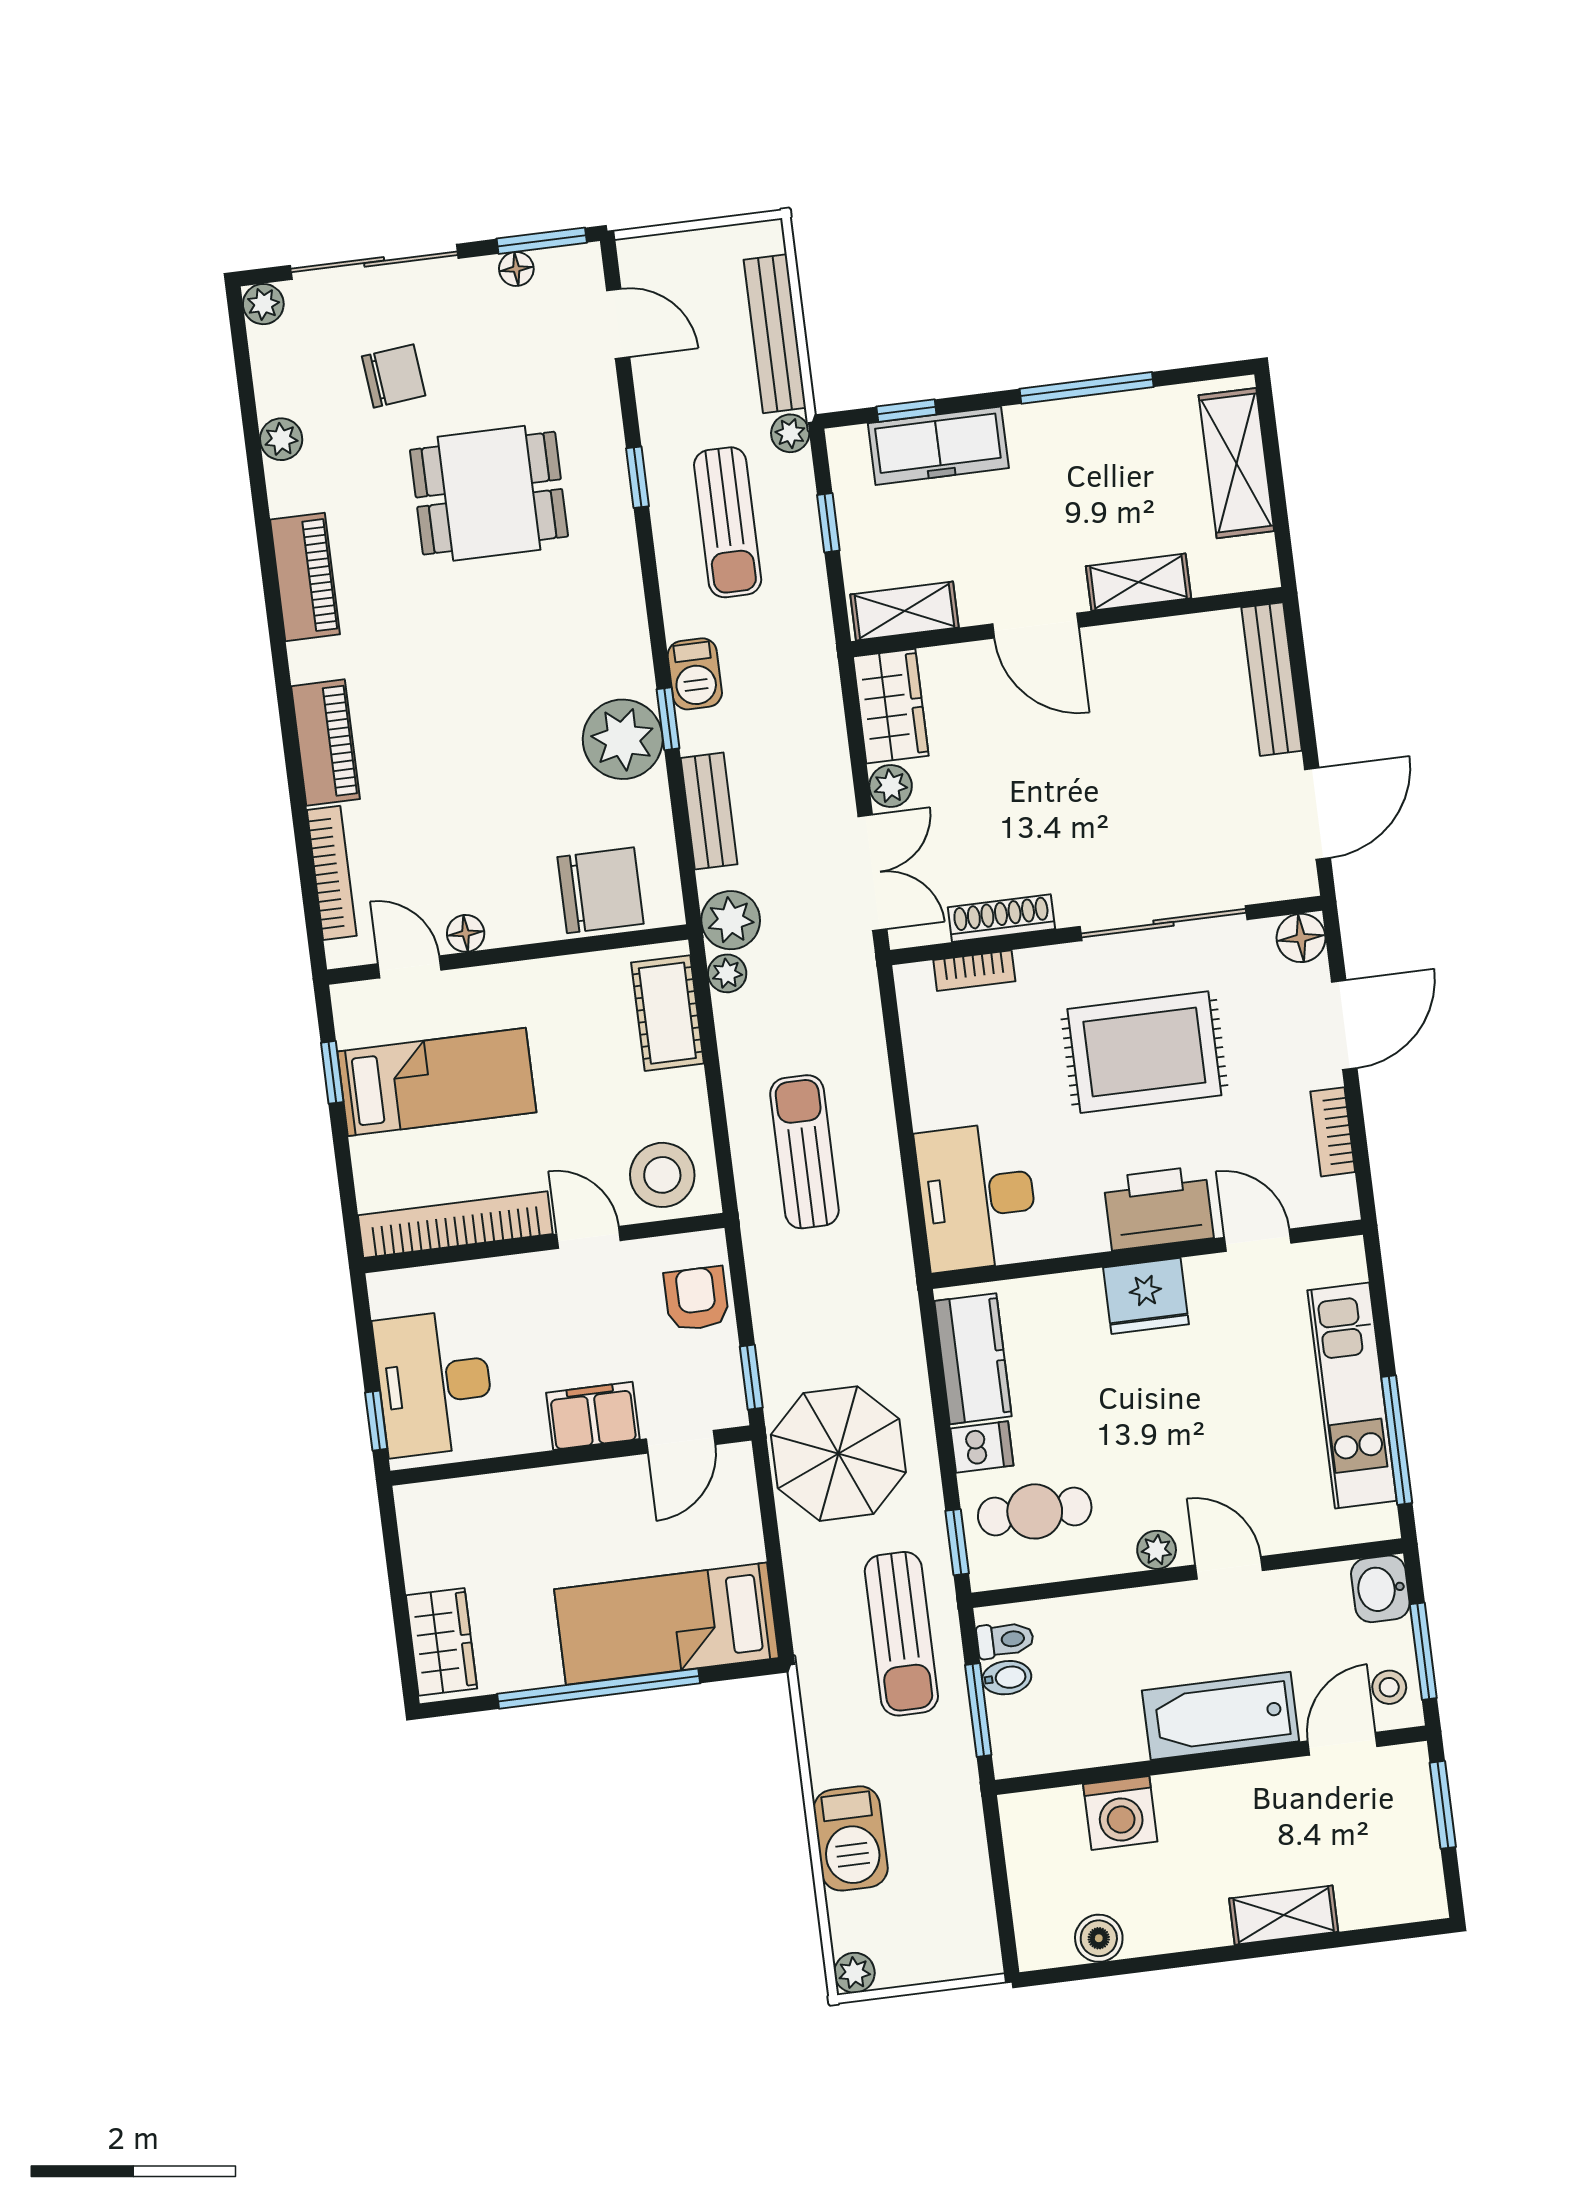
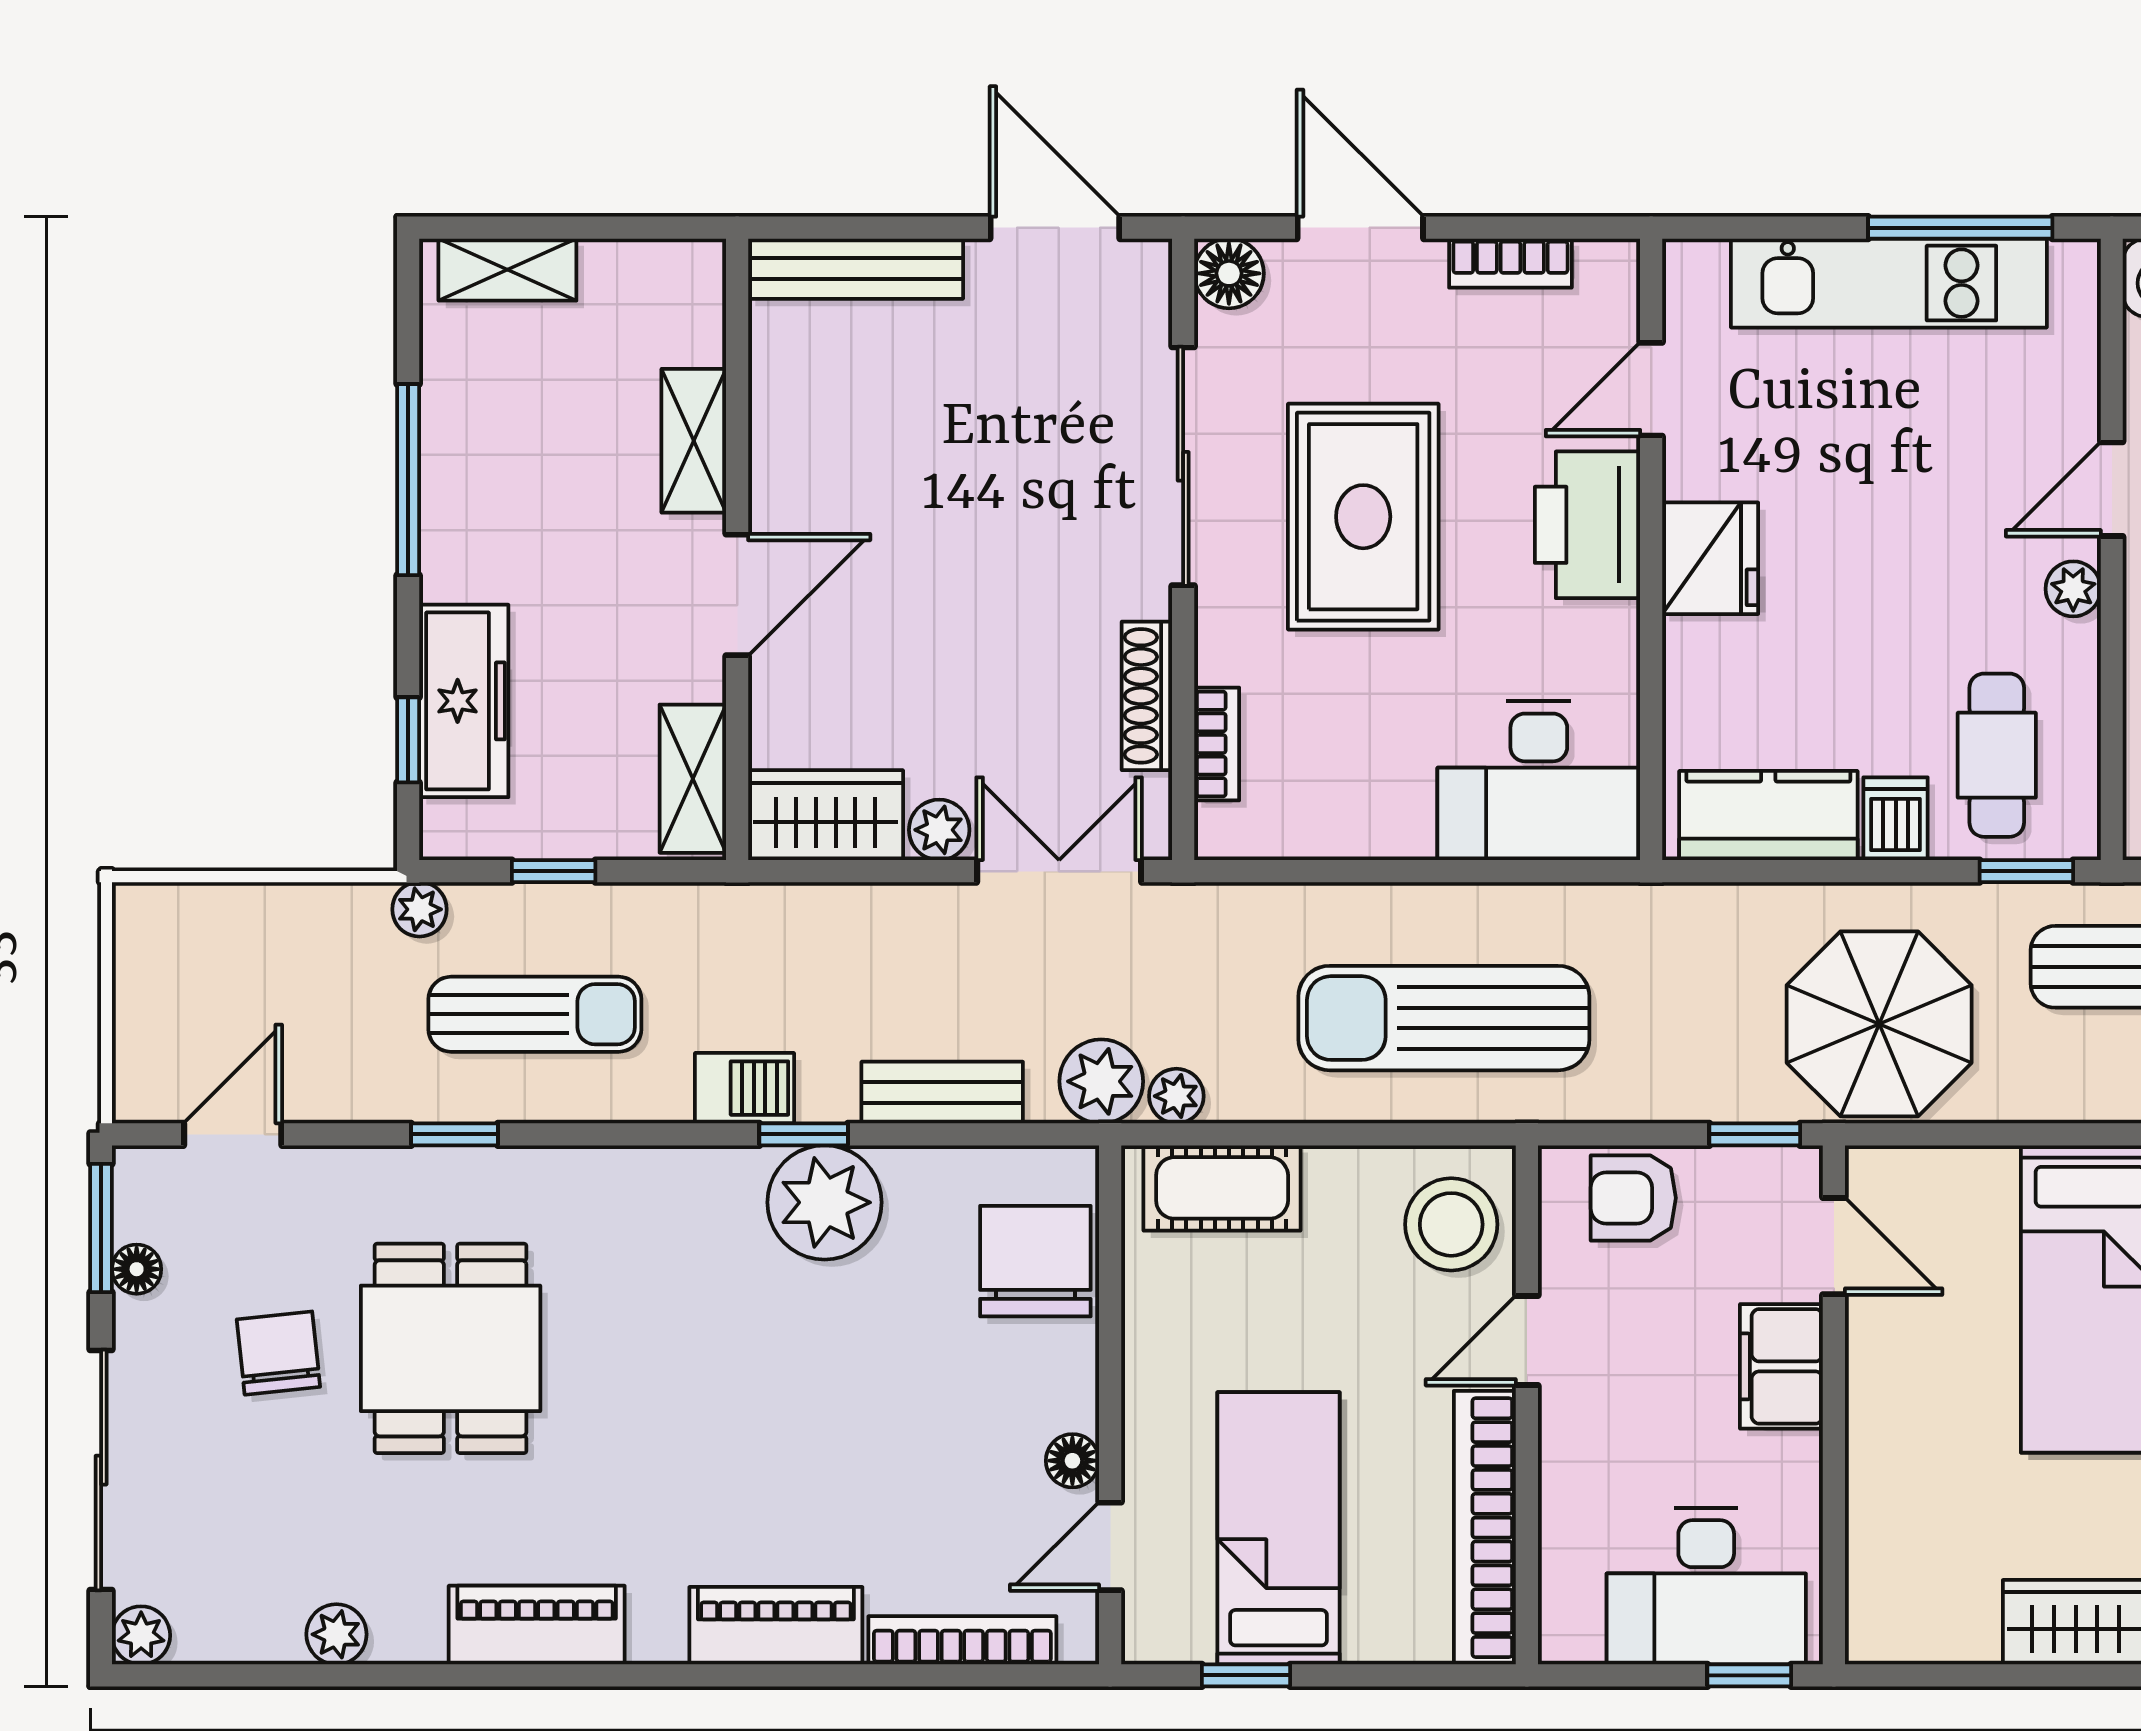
bench: (775, 334) -> (275, 913), removed
chair: (394, 376) -> (278, 1353), moved
shelving: (1236, 463) -> (507, 270), width x0.67, depth x0.75
sun lounger: (804, 1152) -> (1444, 1018), width x1.36, depth x1.34

